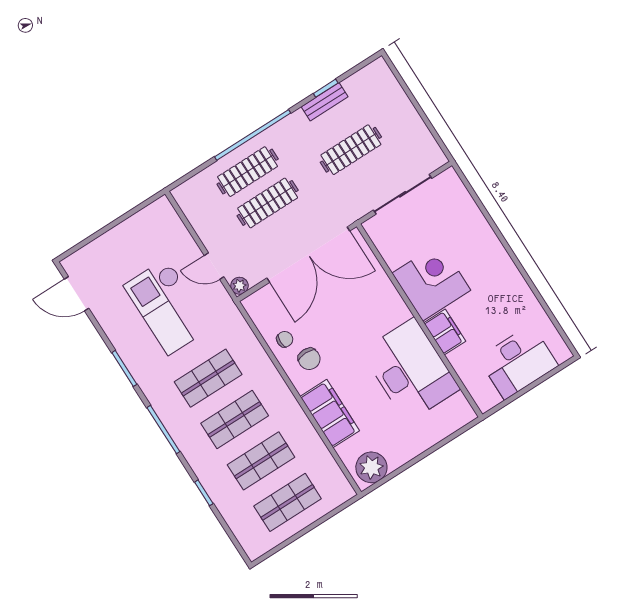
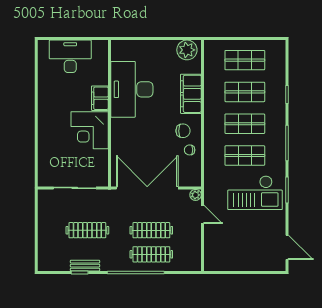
checkout: (167, 307) -> (255, 193), moved, turned 90
chair: (309, 359) -> (183, 131), turned 90

